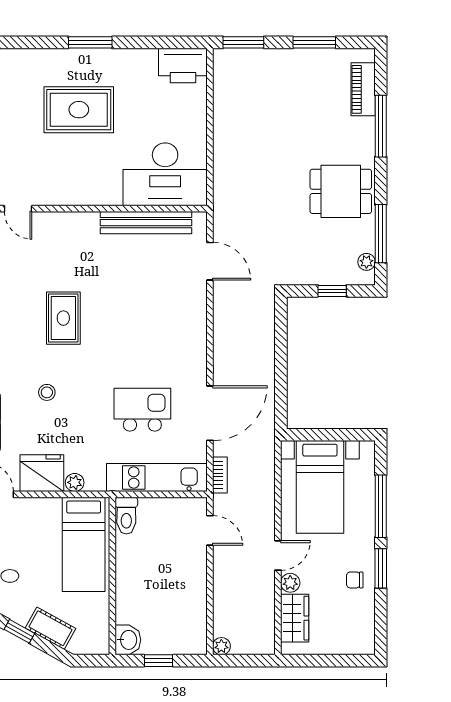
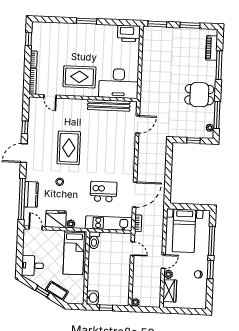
rug: (79, 110) -> (79, 77), moved
door: (210, 261) -> (138, 124), hinge flipped
rug: (63, 318) -> (69, 148), width x1.36, depth x1.43

